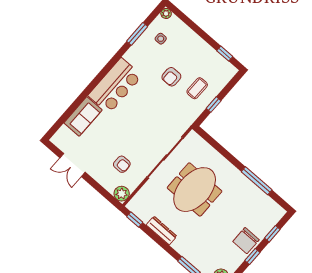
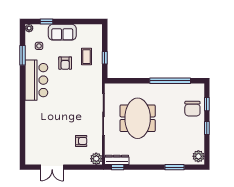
window: (225, 54) -> (47, 22), moved
bar counter: (115, 86) -> (36, 80), moved
sofa: (83, 116) -> (62, 32), moved, turned 90
window: (257, 181) -> (170, 81), width x1.46
dresser: (162, 230) -> (117, 160), moved
chair: (246, 241) -> (192, 109), moved

